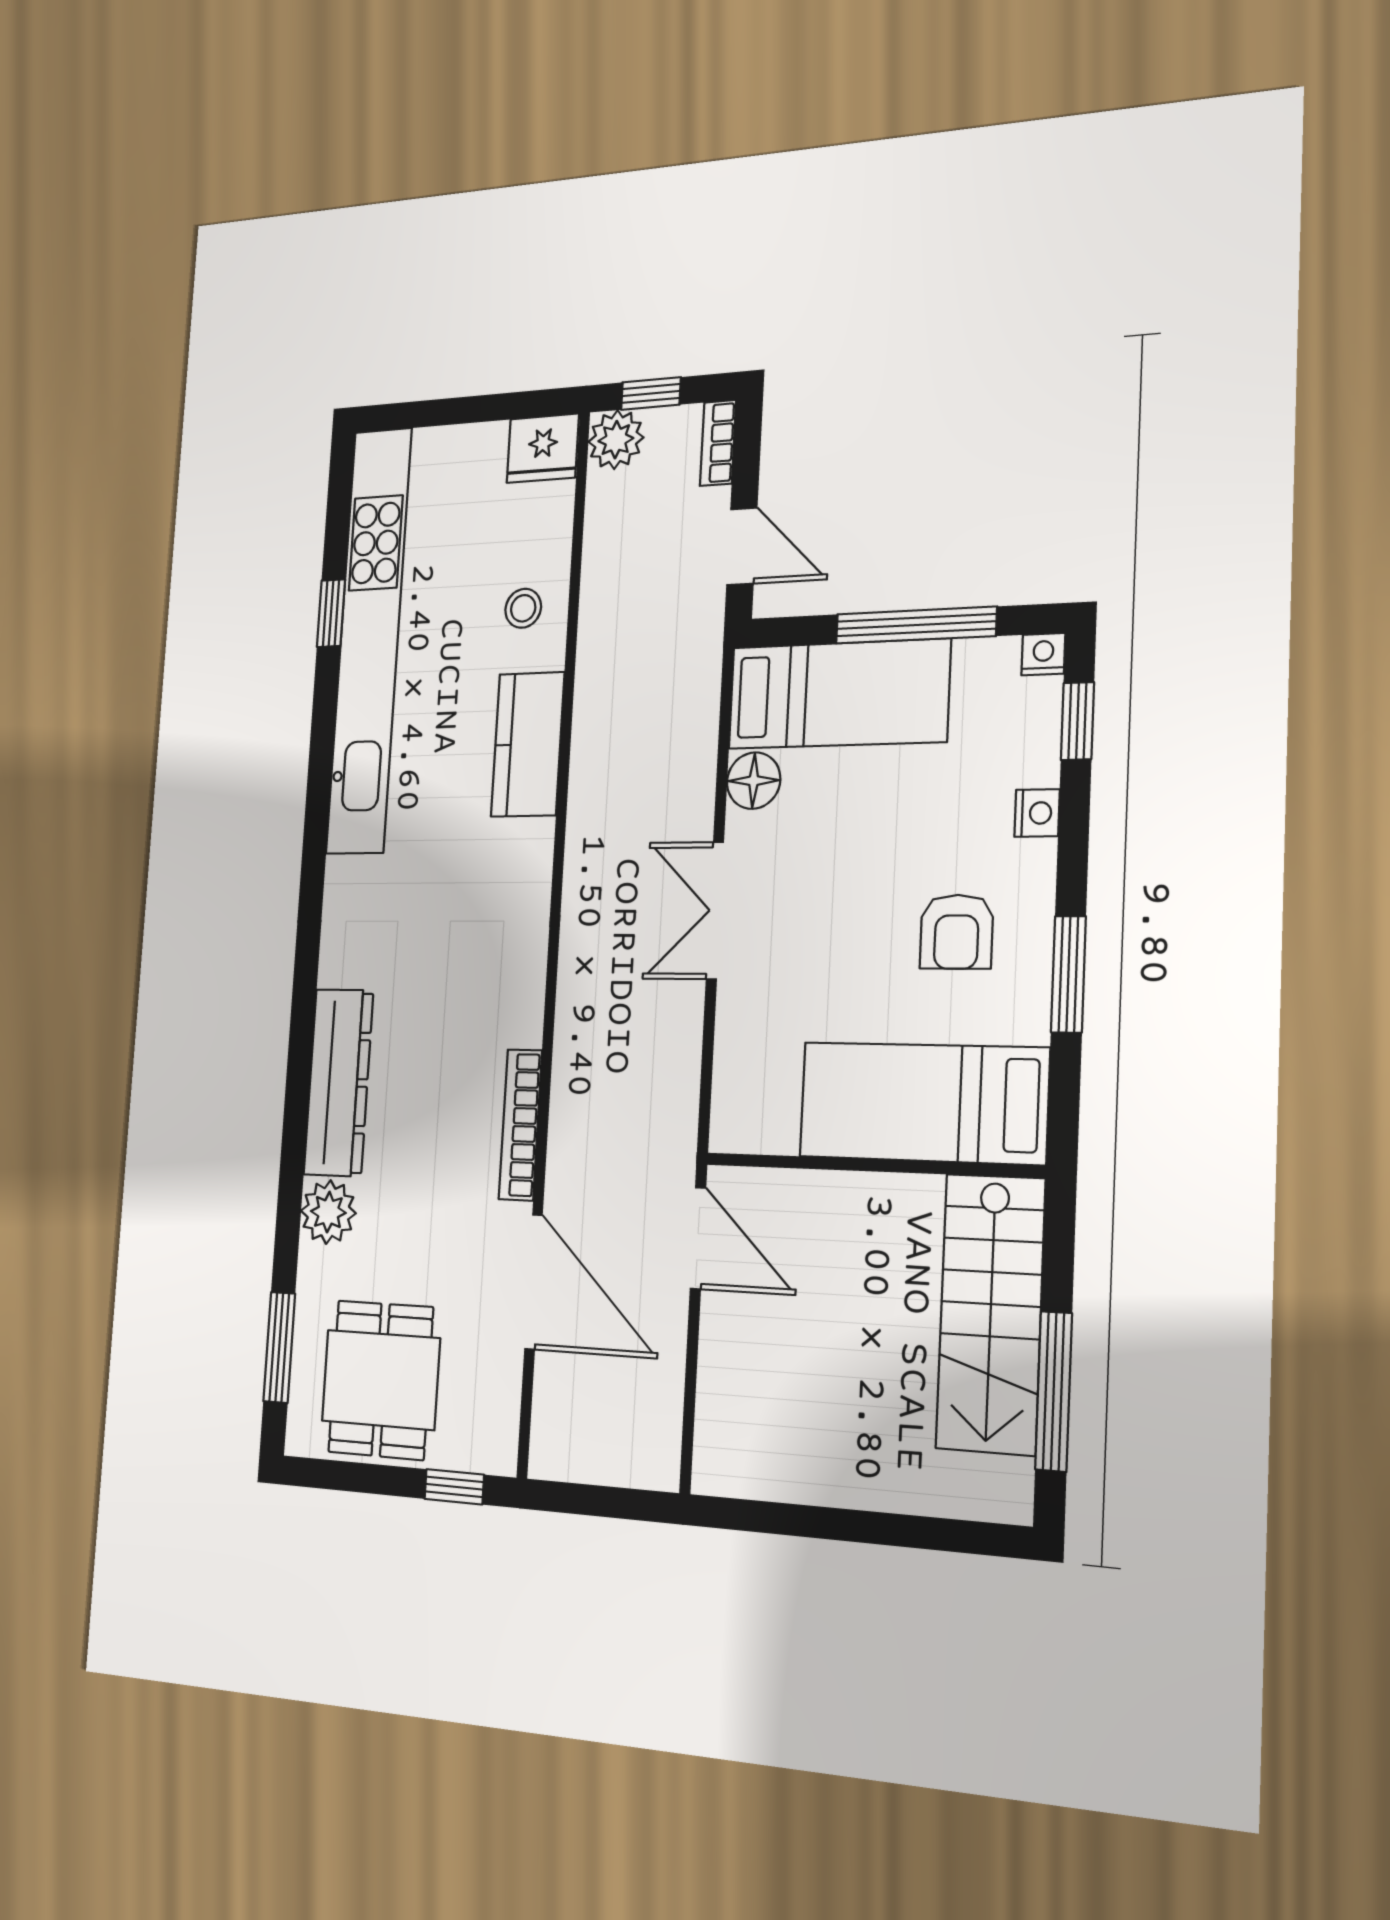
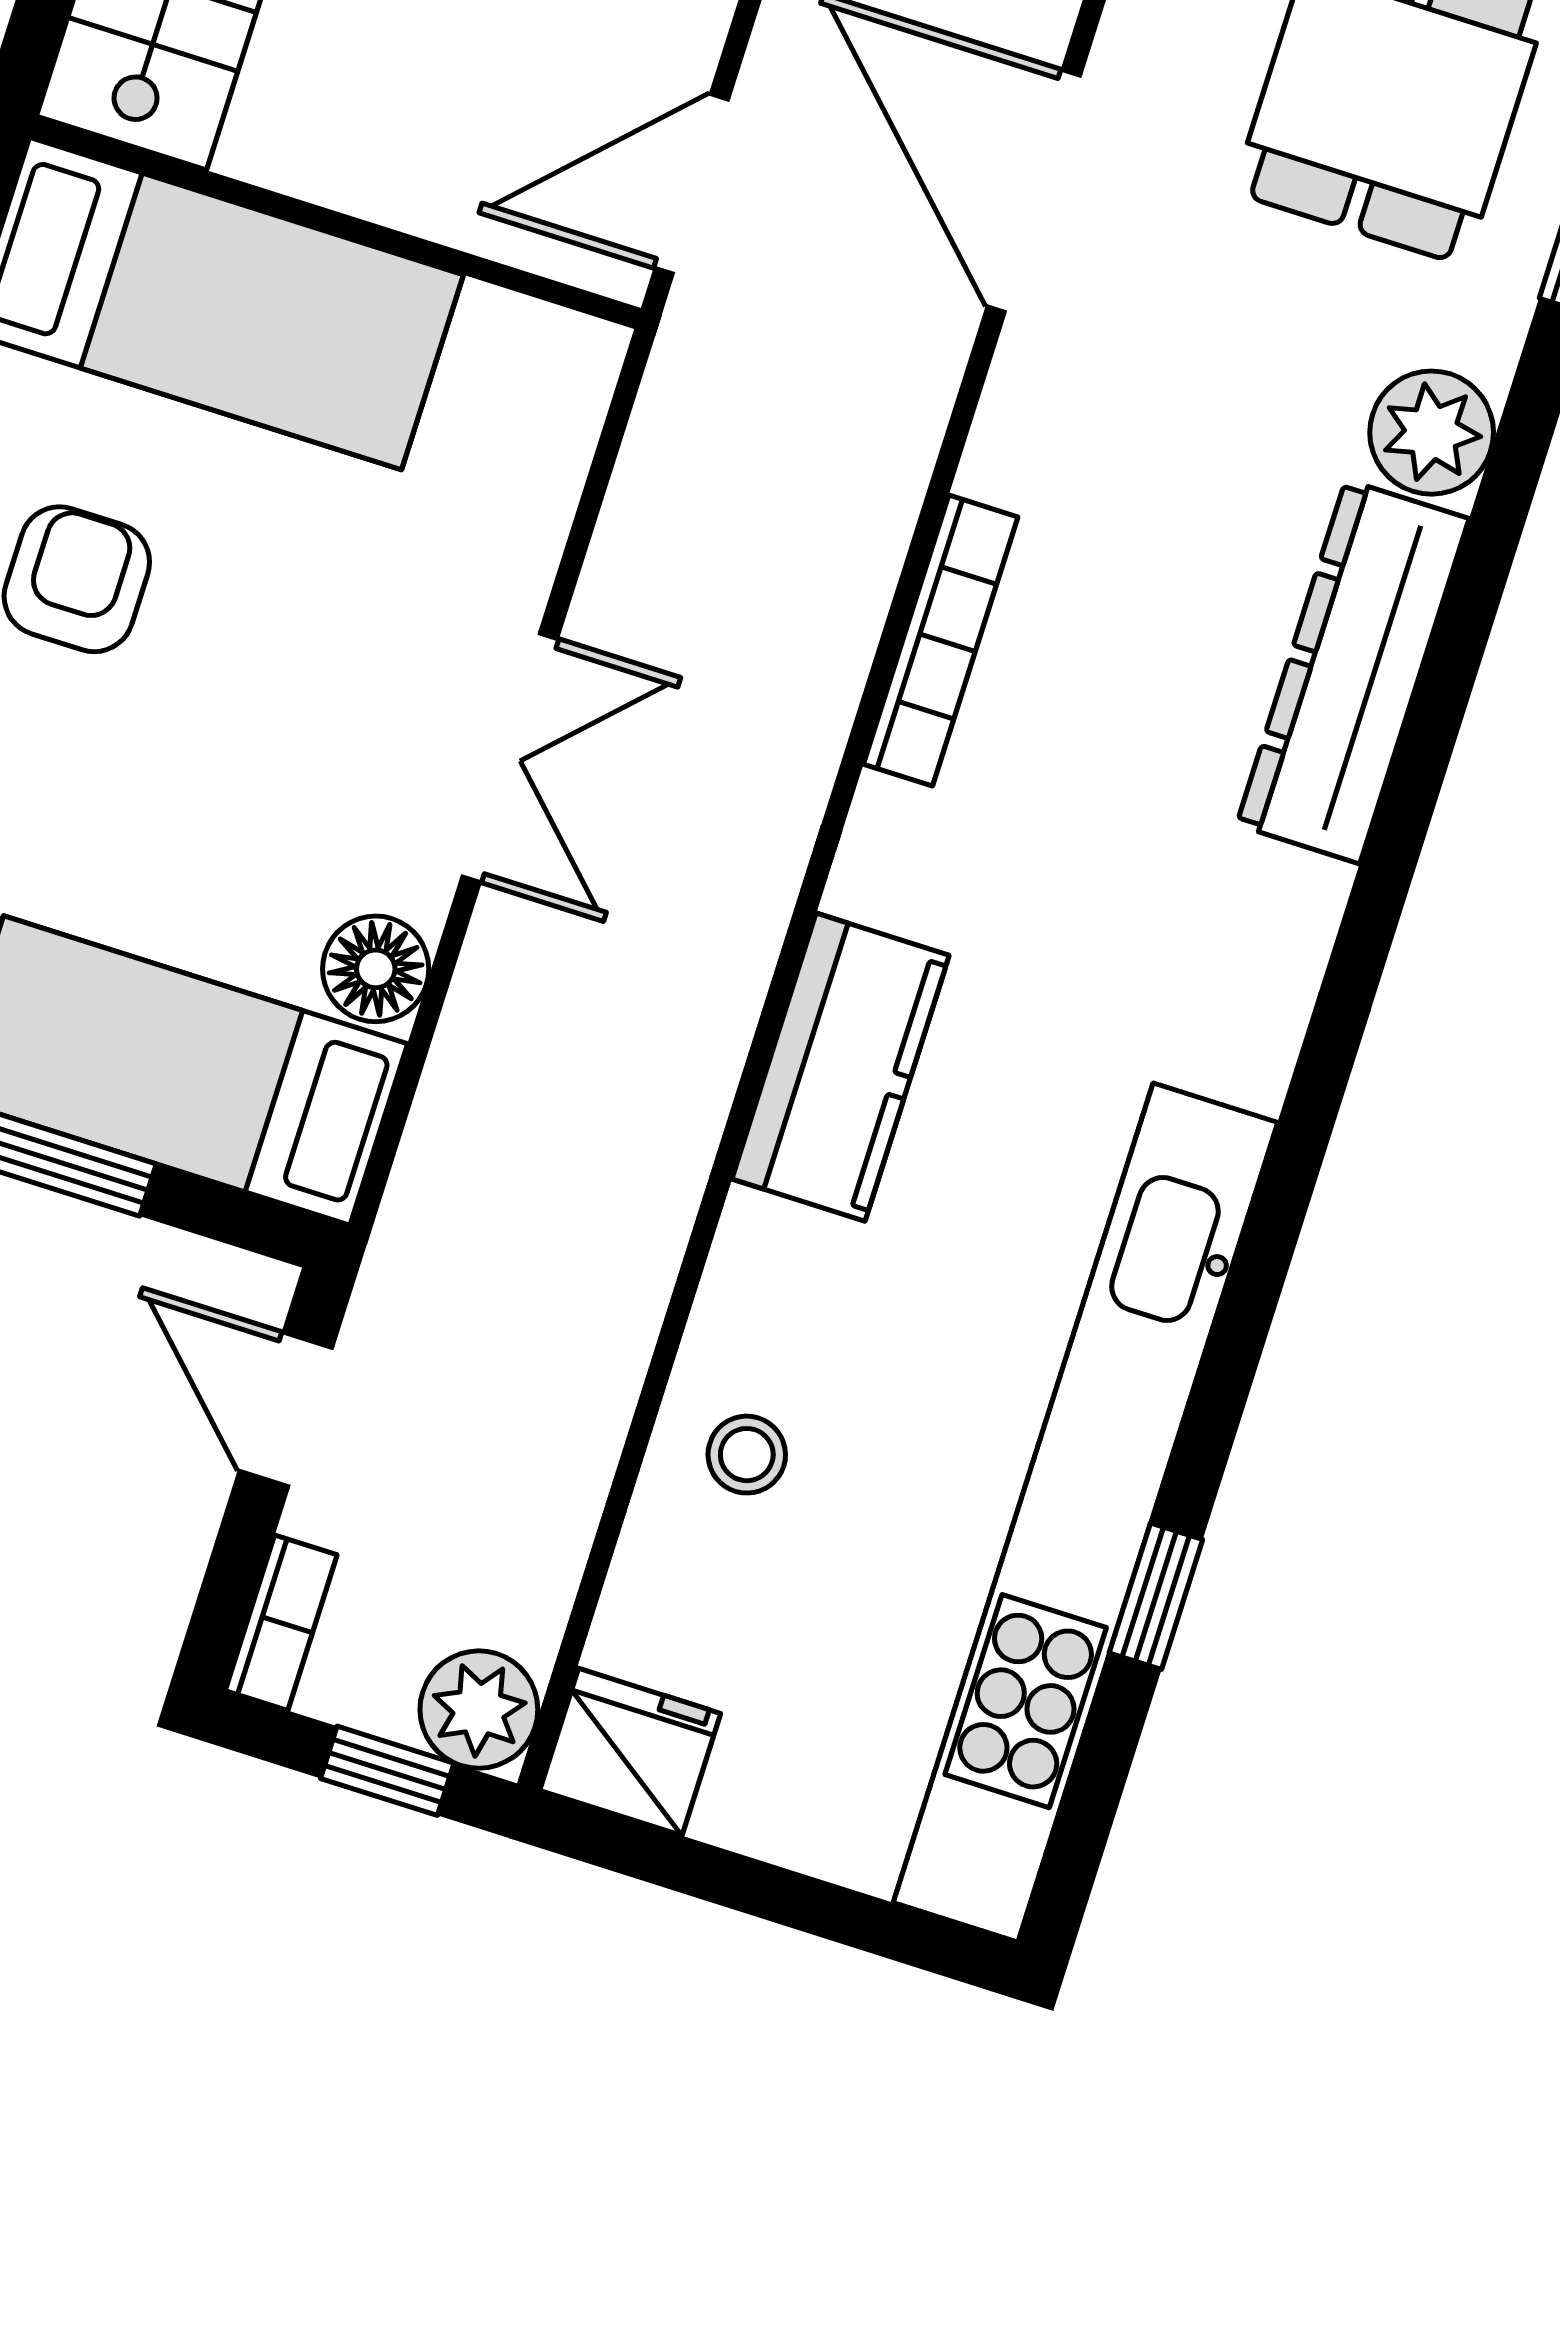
kitchen counter: (528, 744) -> (841, 1067), moved
bookcase: (520, 1125) -> (941, 641), moved
door: (698, 1238) -> (692, 184), hinge flipped

